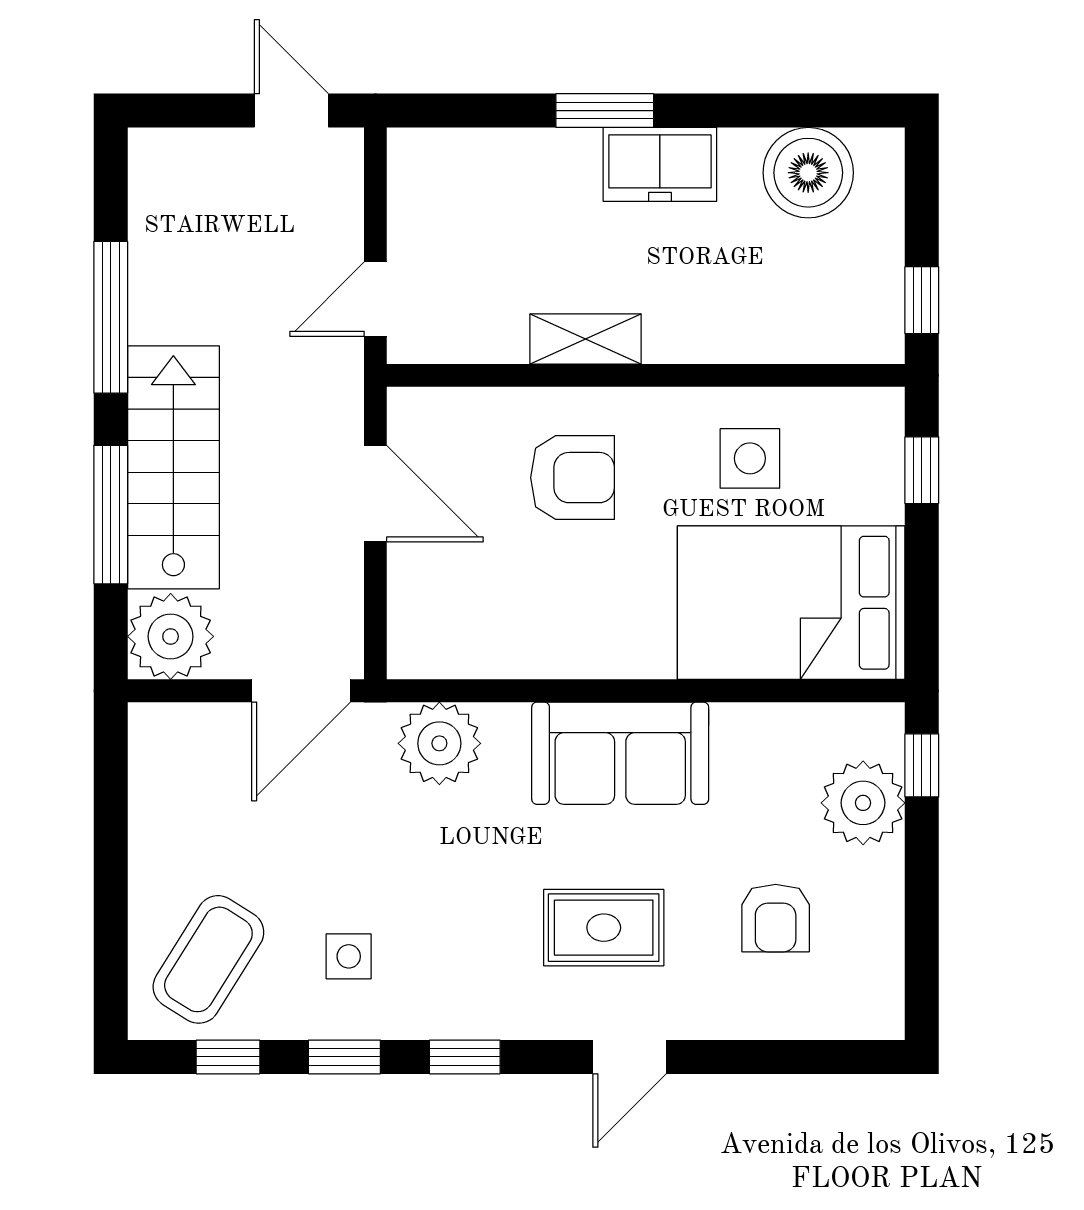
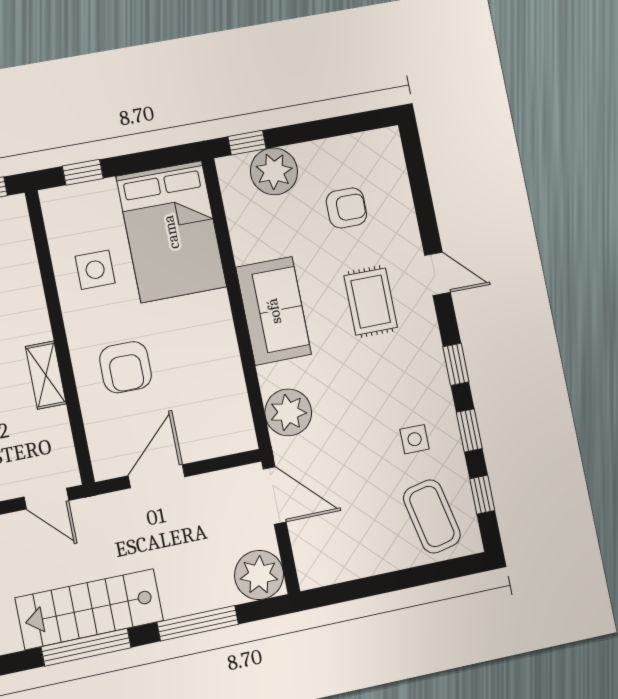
stairs: (173, 467) -> (89, 609), moved
armchair: (572, 478) -> (126, 367), turned 180
coffee table: (208, 959) -> (432, 516), turned 46

